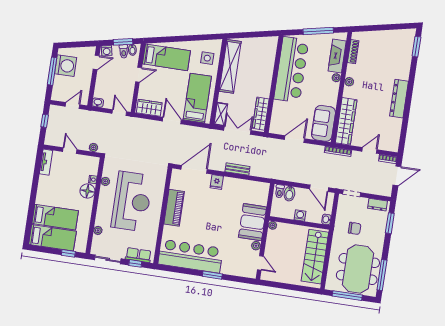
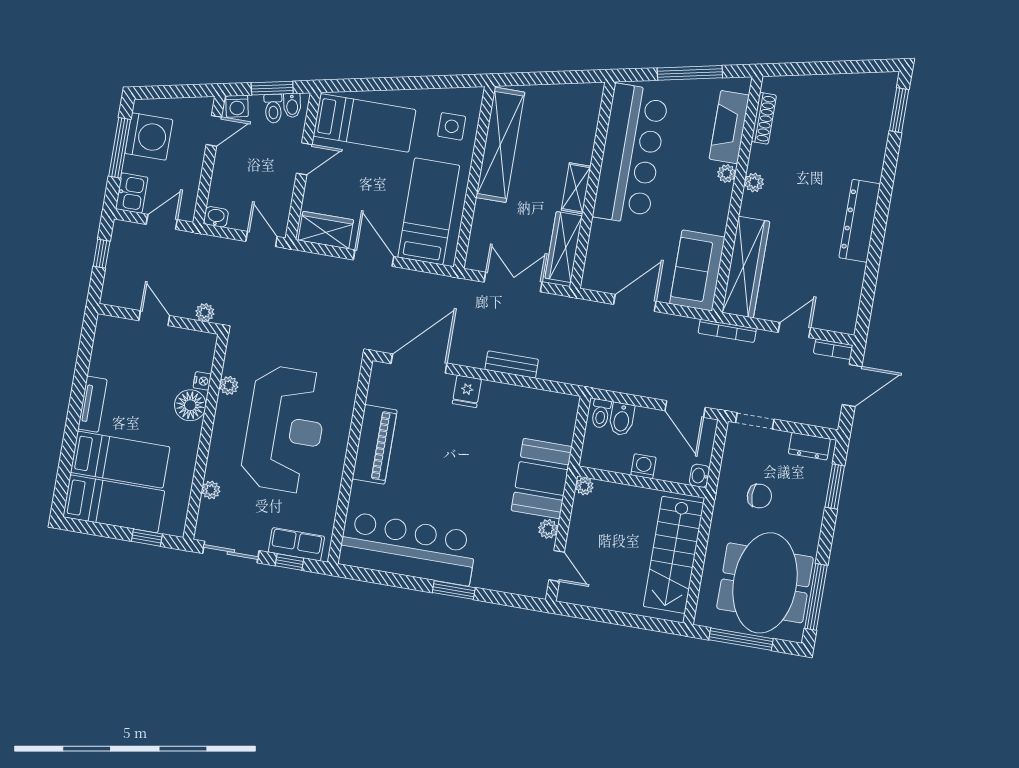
kitchen sink: (58, 92) -> (132, 193), added
shelving: (221, 114) -> (576, 188), moved
tv unit: (46, 162) -> (92, 404), moved

